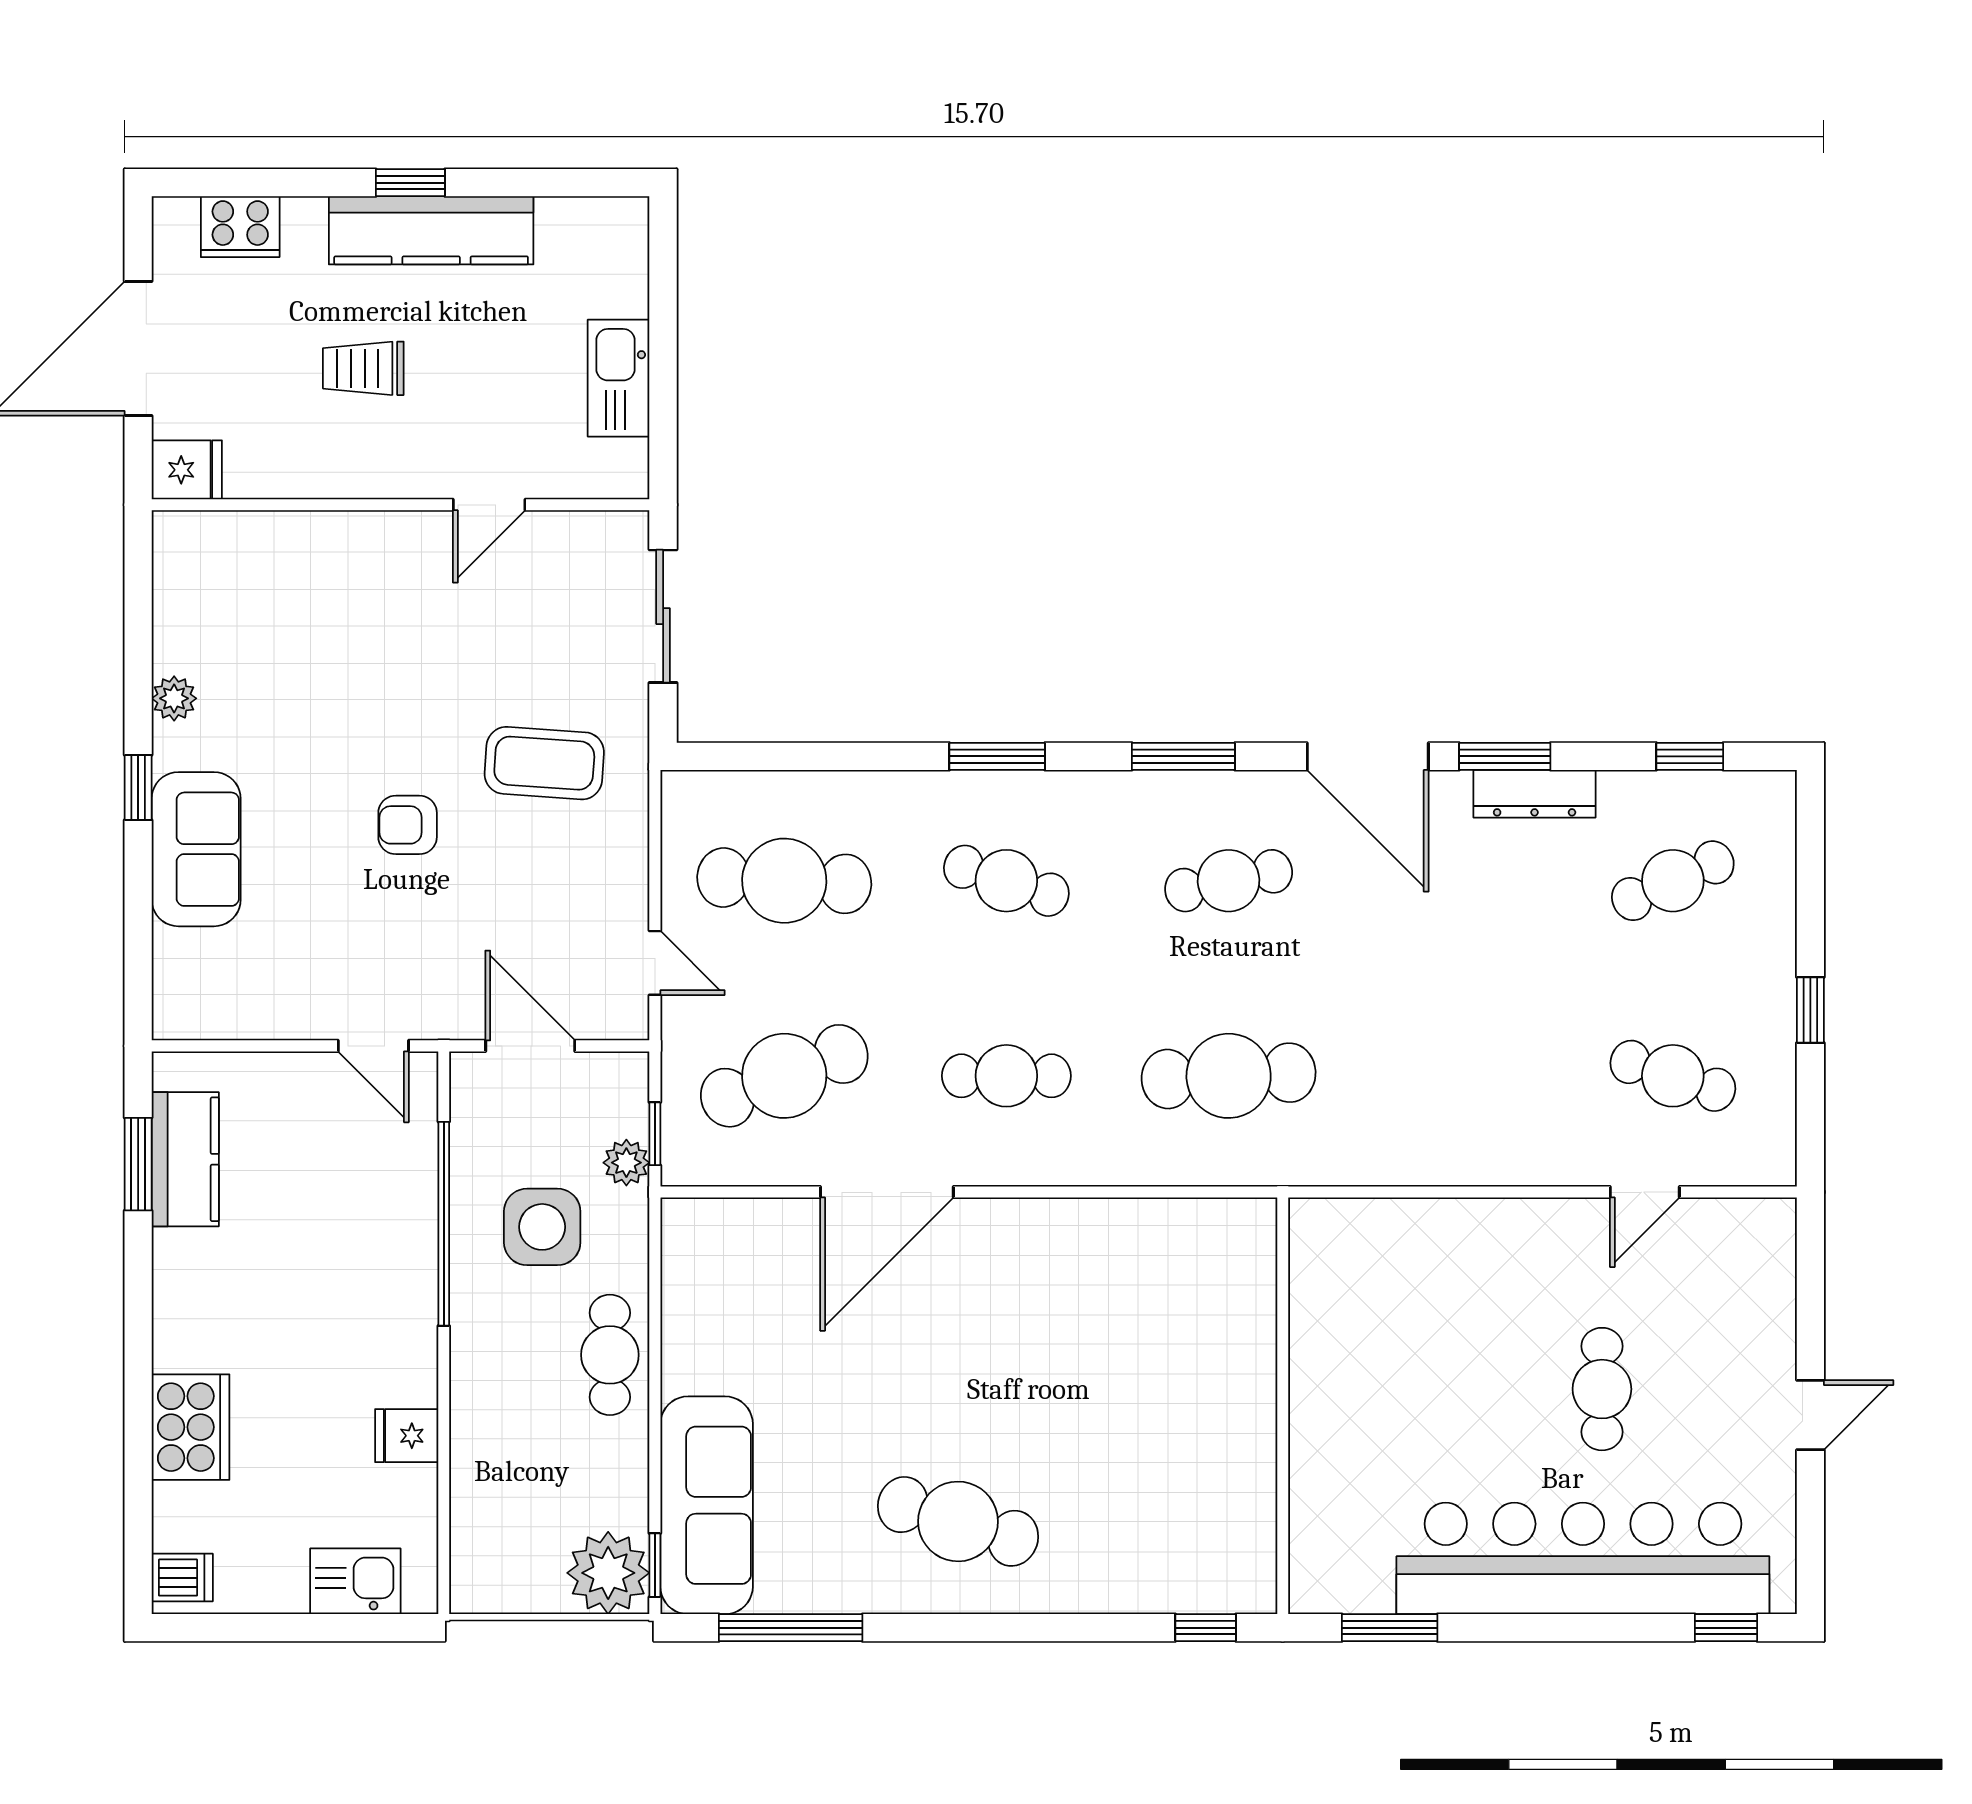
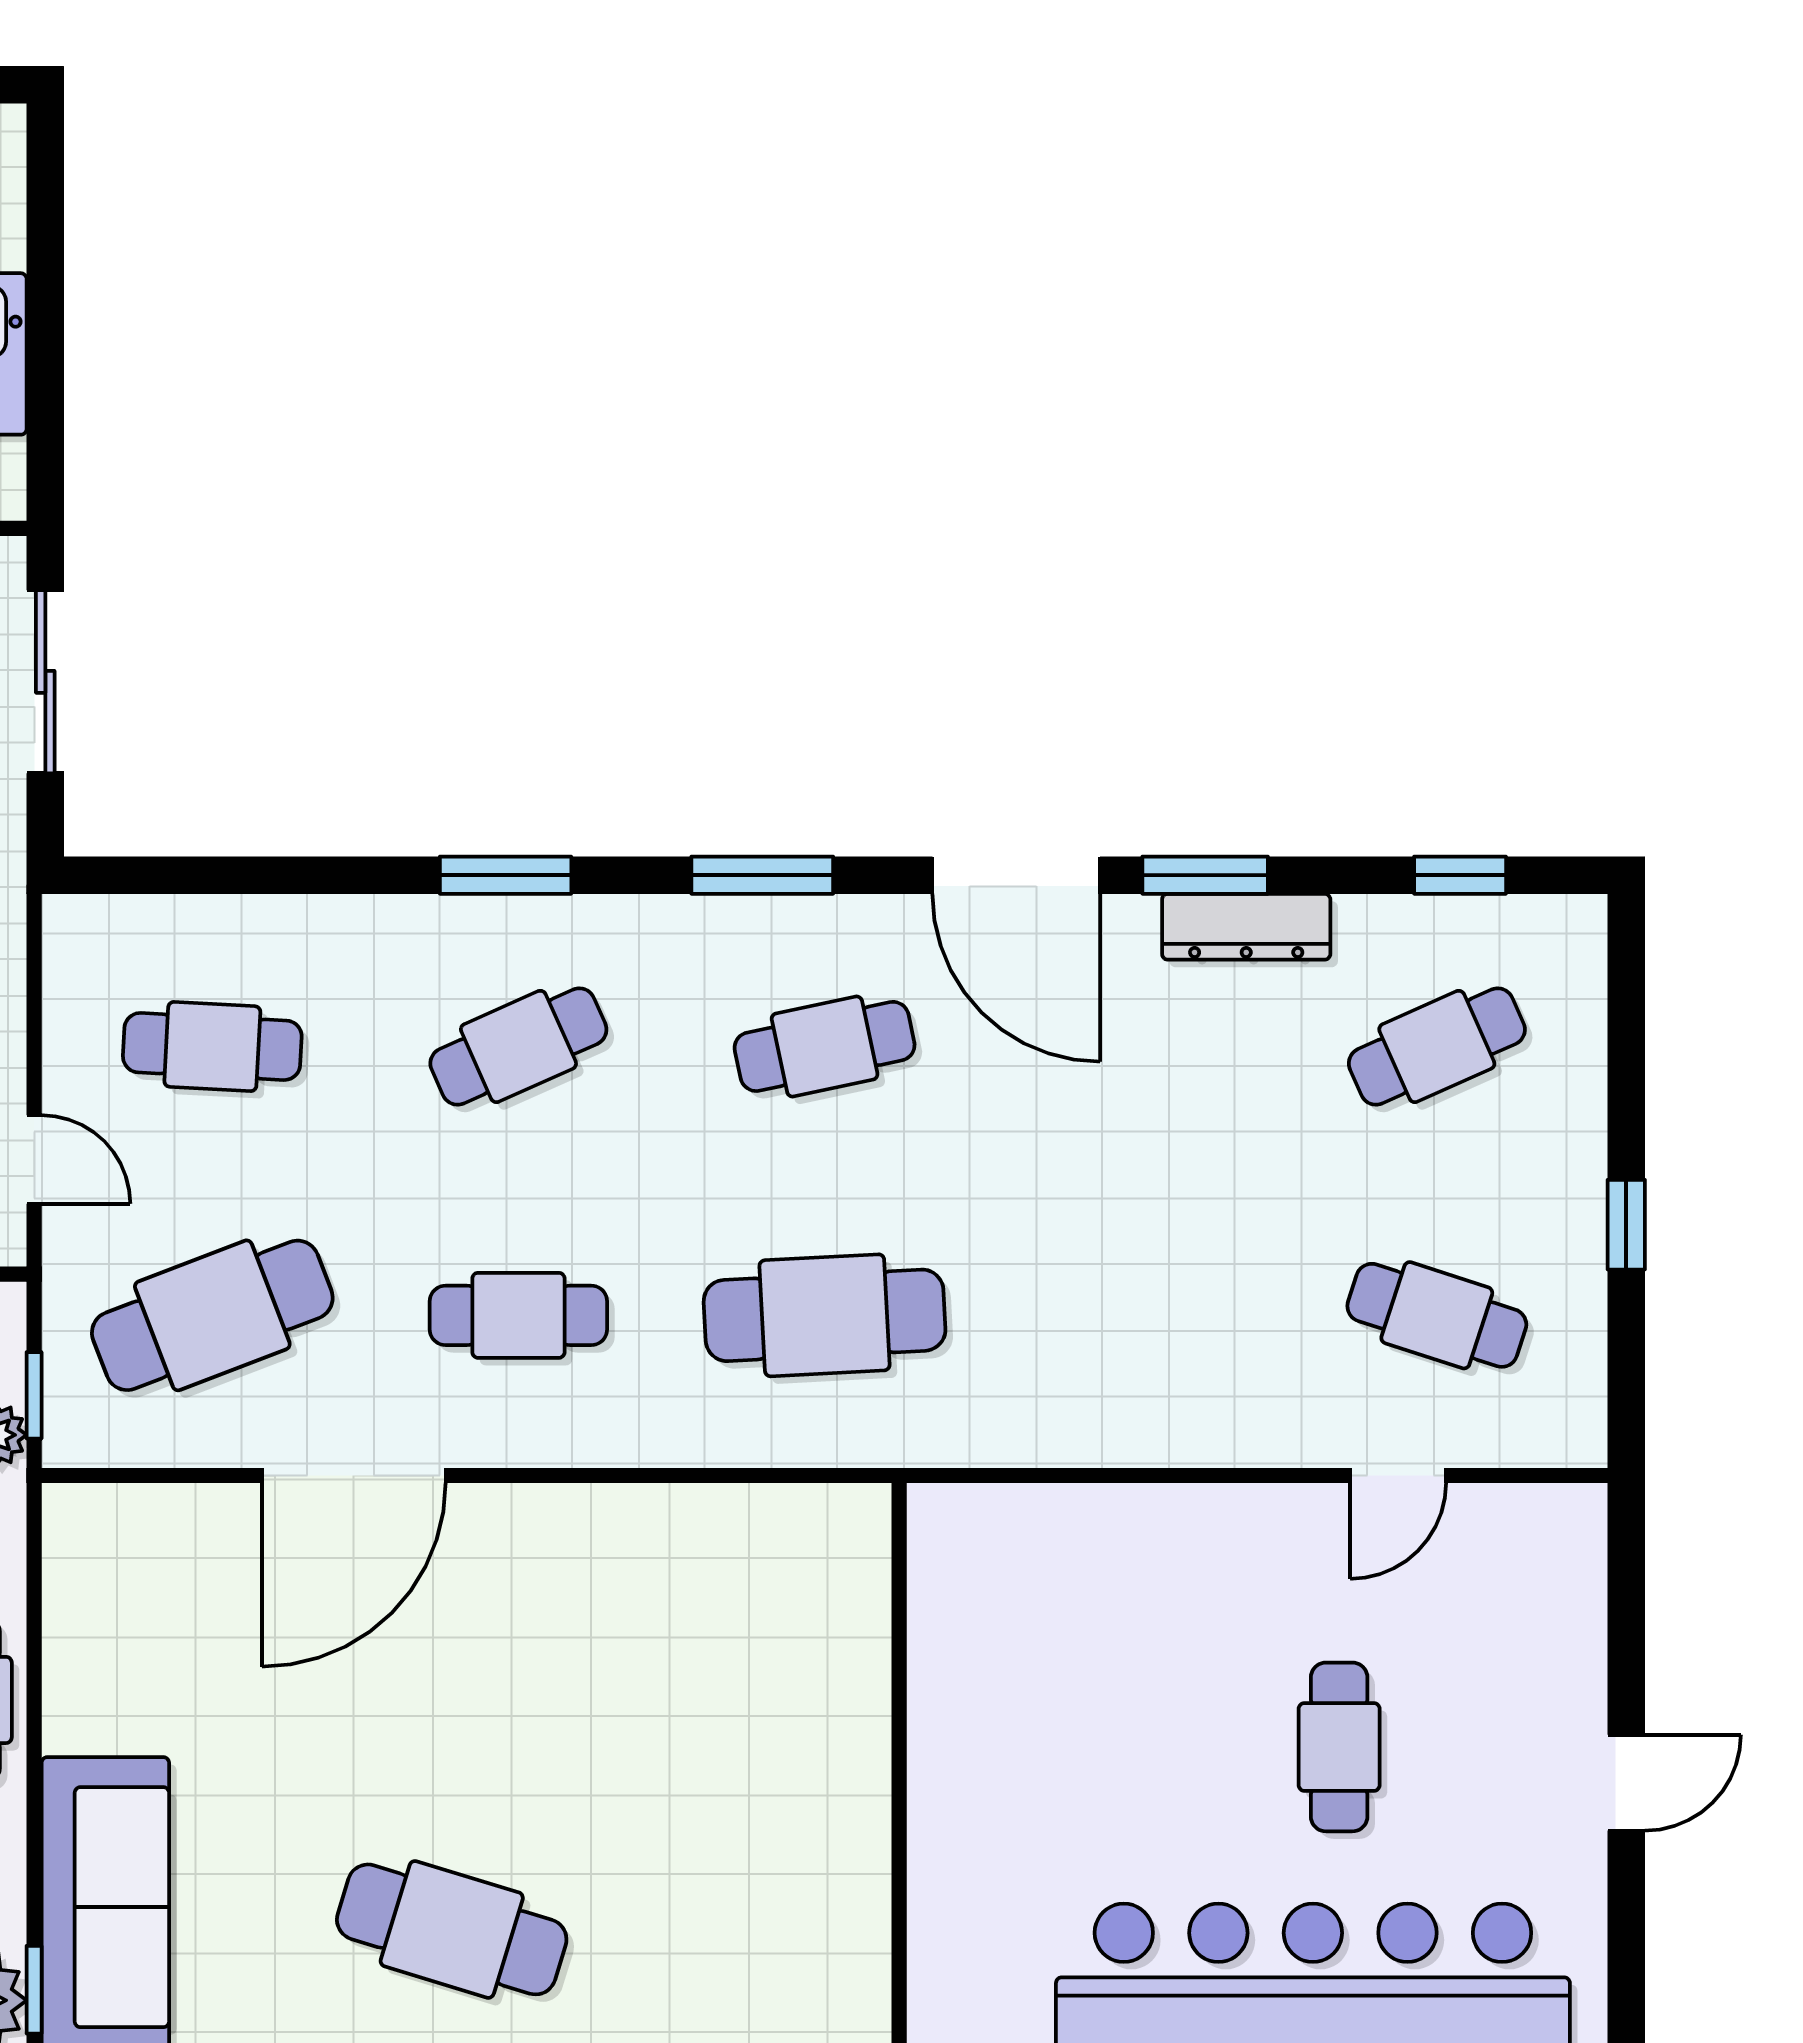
cafe table: (784, 881) -> (212, 1046), width x0.73, depth x0.74
cafe table: (1006, 881) -> (518, 1046), turned -42

